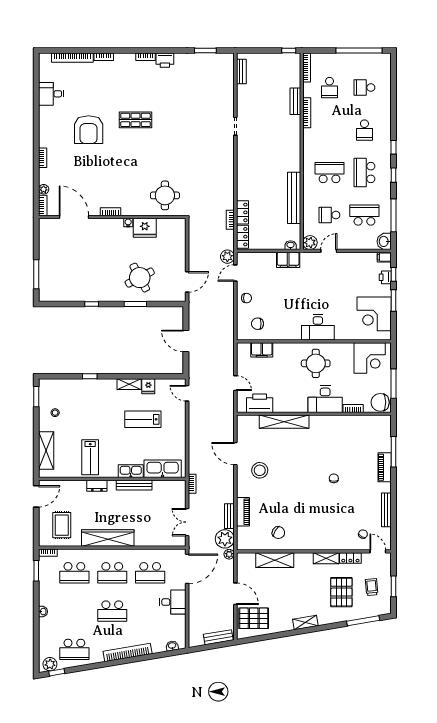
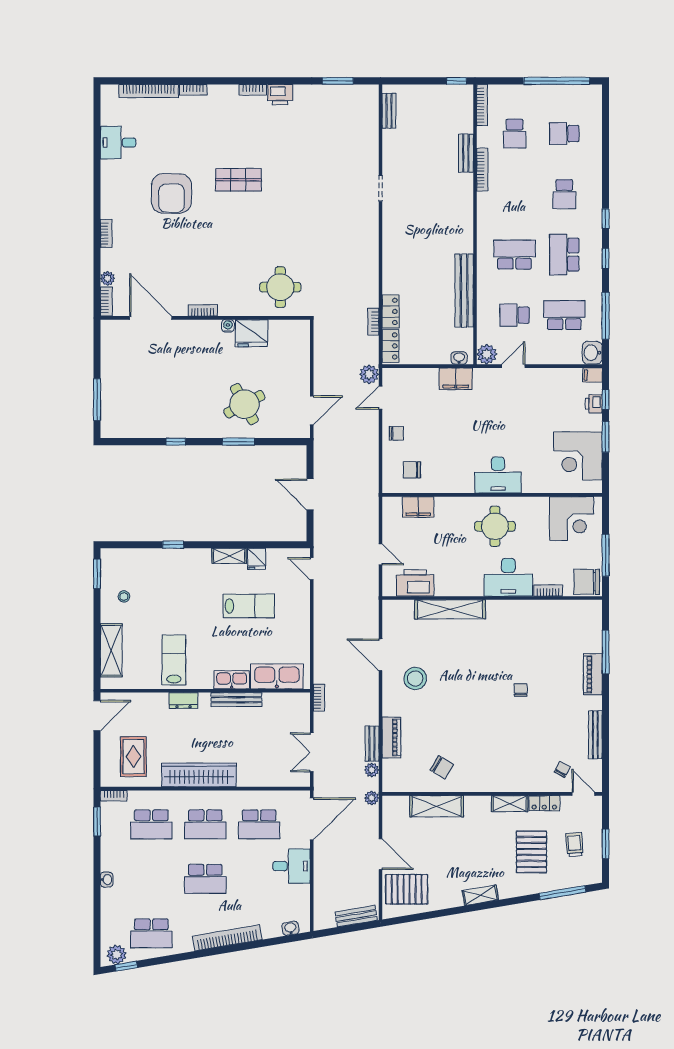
lab bench: (143, 419) -> (249, 606), turned 180
lab bench: (90, 457) -> (174, 660), turned 180
plant: (225, 539) -> (372, 770), width x0.53, depth x0.53

